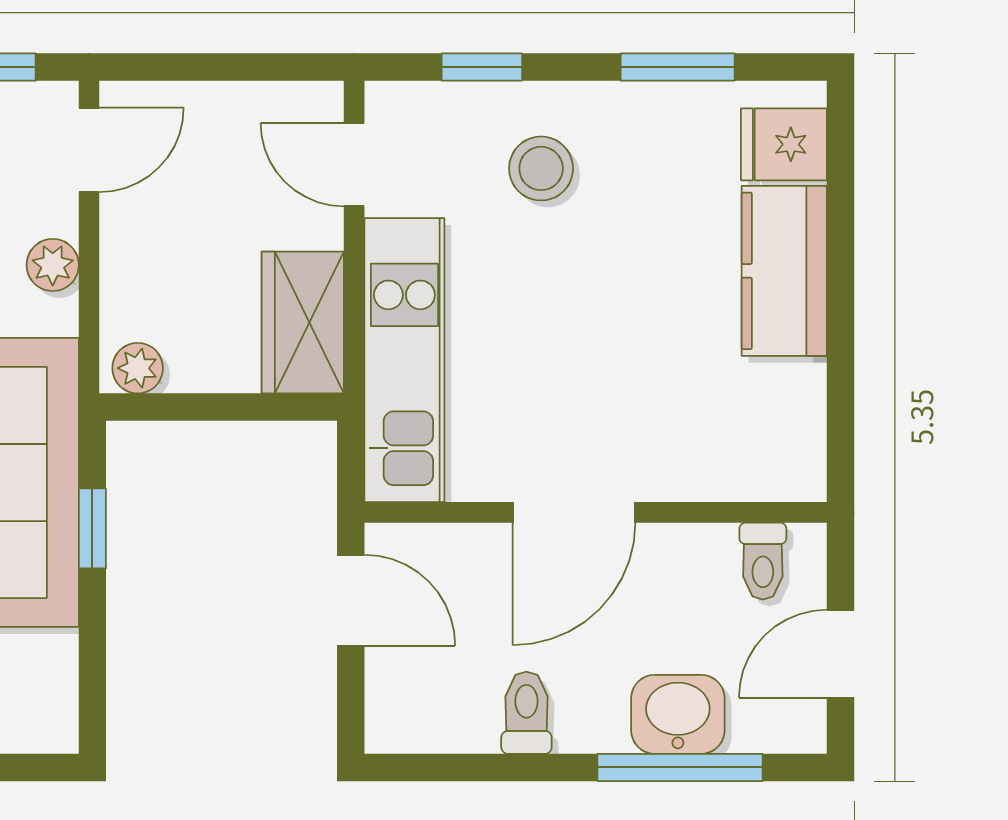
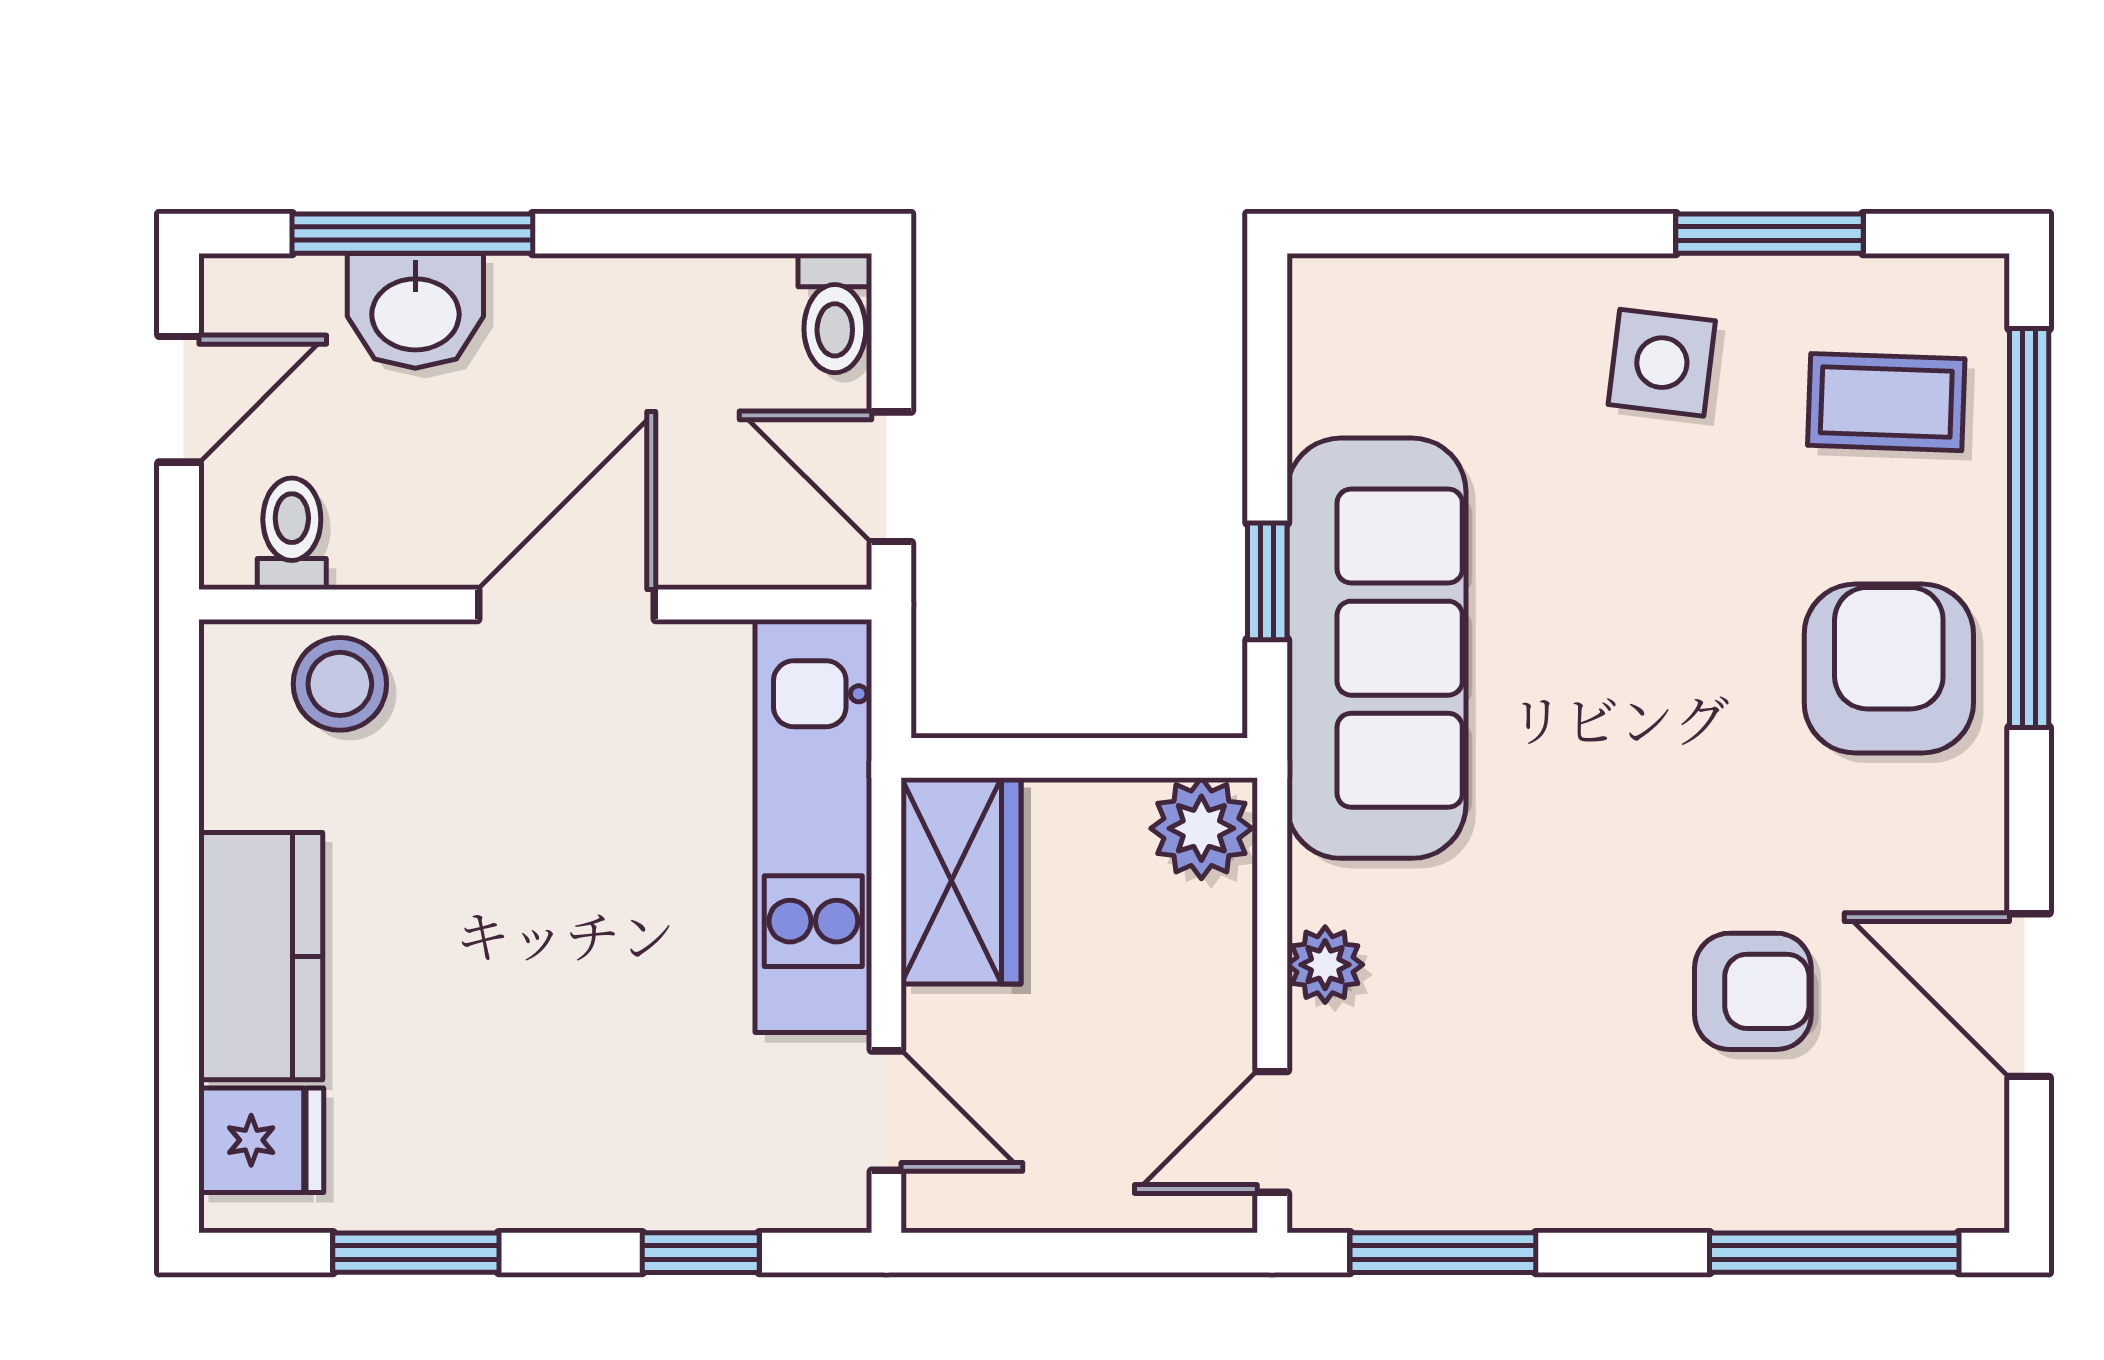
stool: (541, 168) -> (340, 684), moved
plant: (138, 368) -> (1201, 828), width x1.38, depth x1.38
toilet: (526, 713) -> (835, 313), moved

